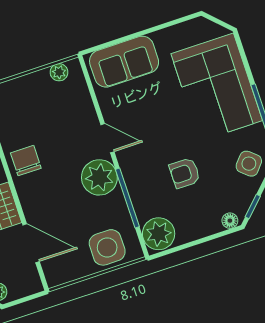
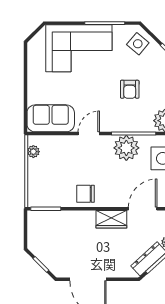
sofa: (124, 62) -> (51, 118), moved, turned -90
plant: (99, 177) -> (126, 148), moved

